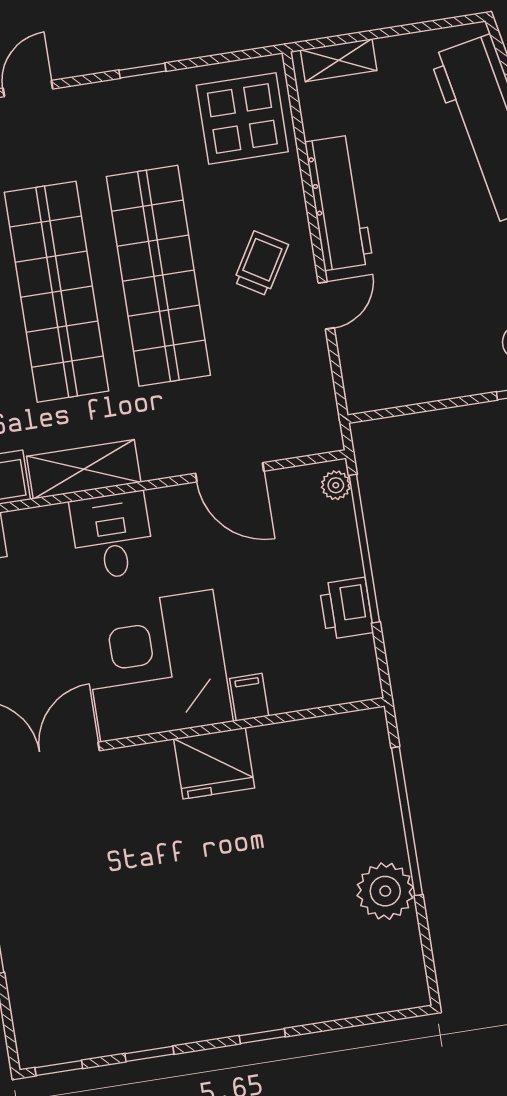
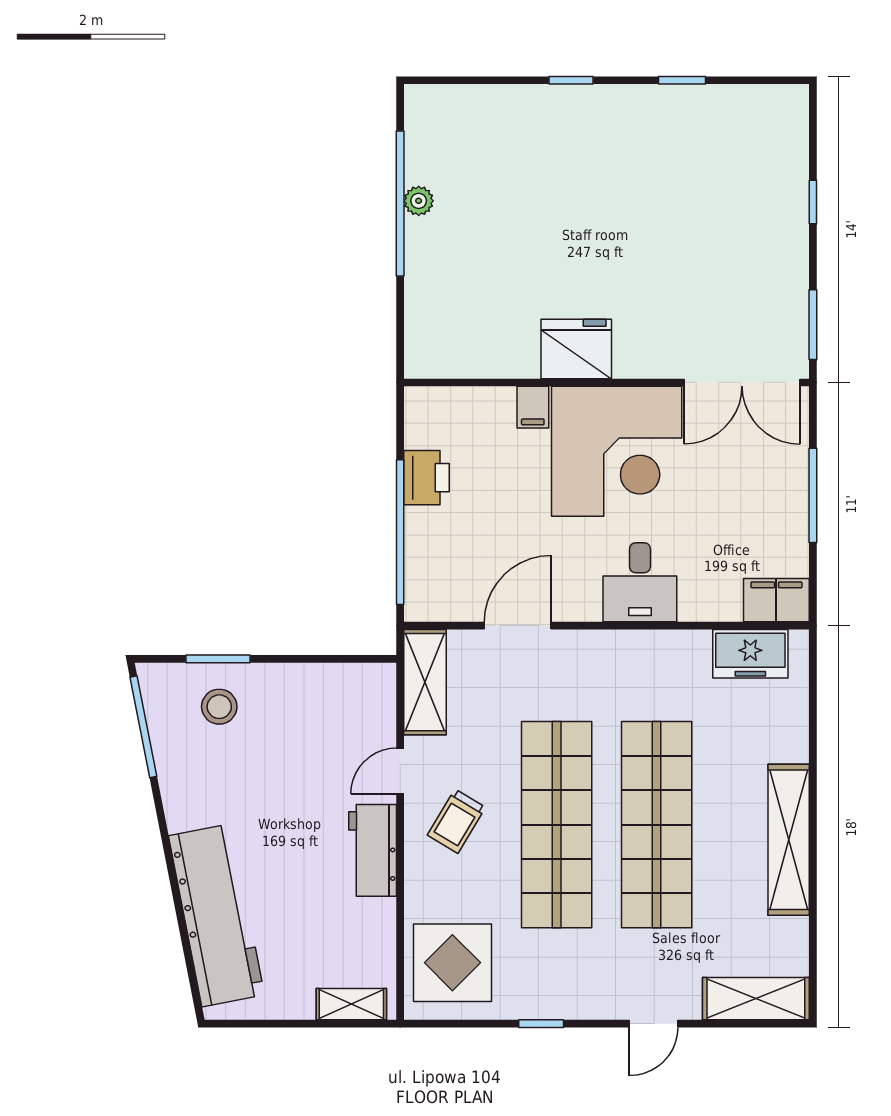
workbench: (339, 203) -> (373, 850), width x0.73
shelving: (84, 469) -> (425, 682), moved, turned 90
door: (230, 472) -> (518, 626), hinge flipped
plant: (336, 485) -> (418, 597), removed
window: (407, 821) -> (400, 203), moved
plant: (385, 891) -> (419, 201), width x0.53, depth x0.53
window: (59, 1068) -> (771, 80), removed

